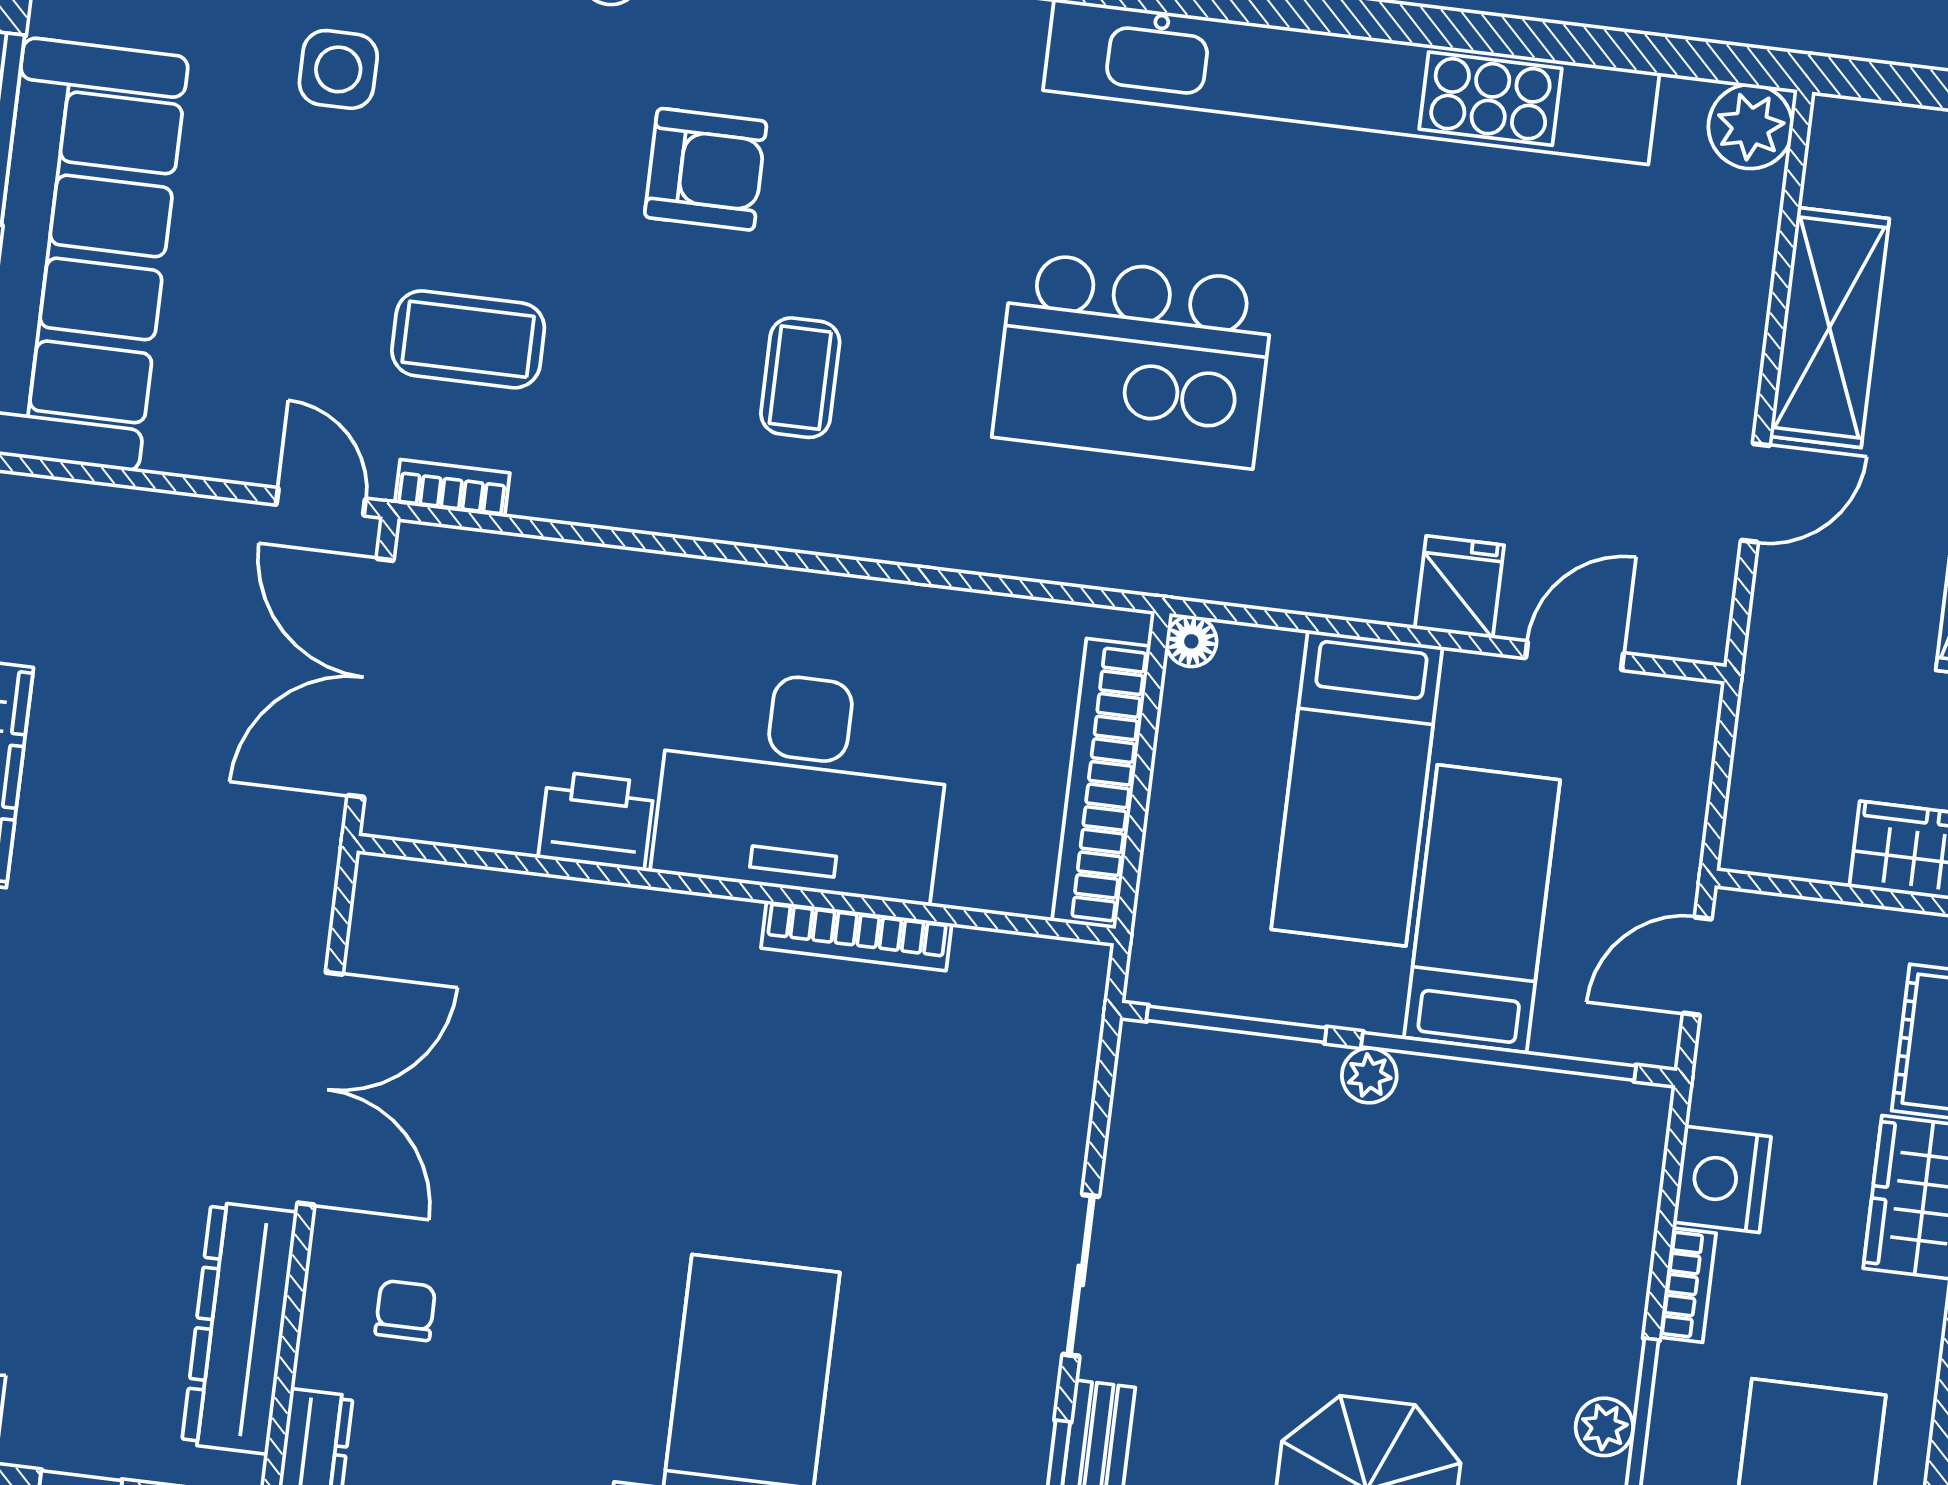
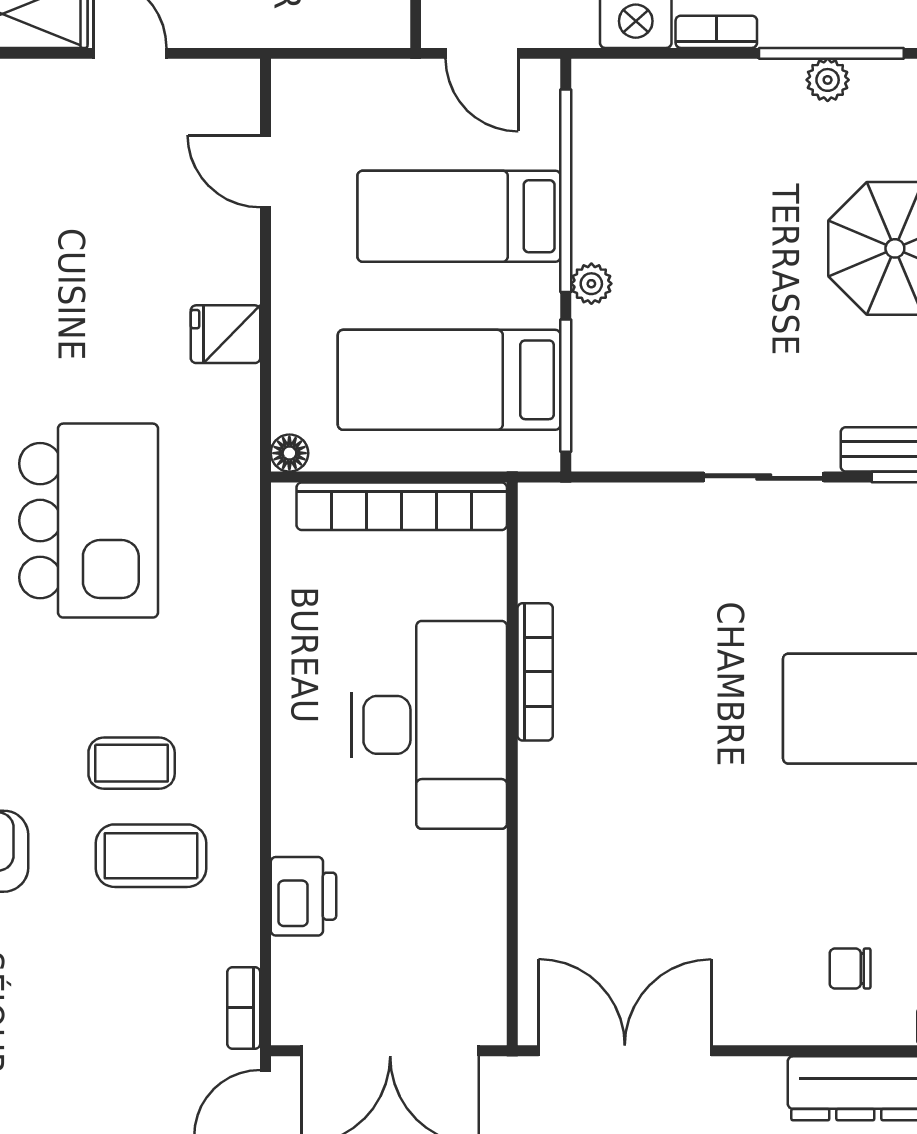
coffee table: (468, 339) -> (151, 856), moved, turned 90
fridge: (1459, 587) -> (226, 334), moved
bed: (1357, 788) -> (449, 380), moved, turned 180
printer: (596, 821) -> (303, 896), moved, turned 180
double door: (320, 1089) -> (625, 1051), moved

